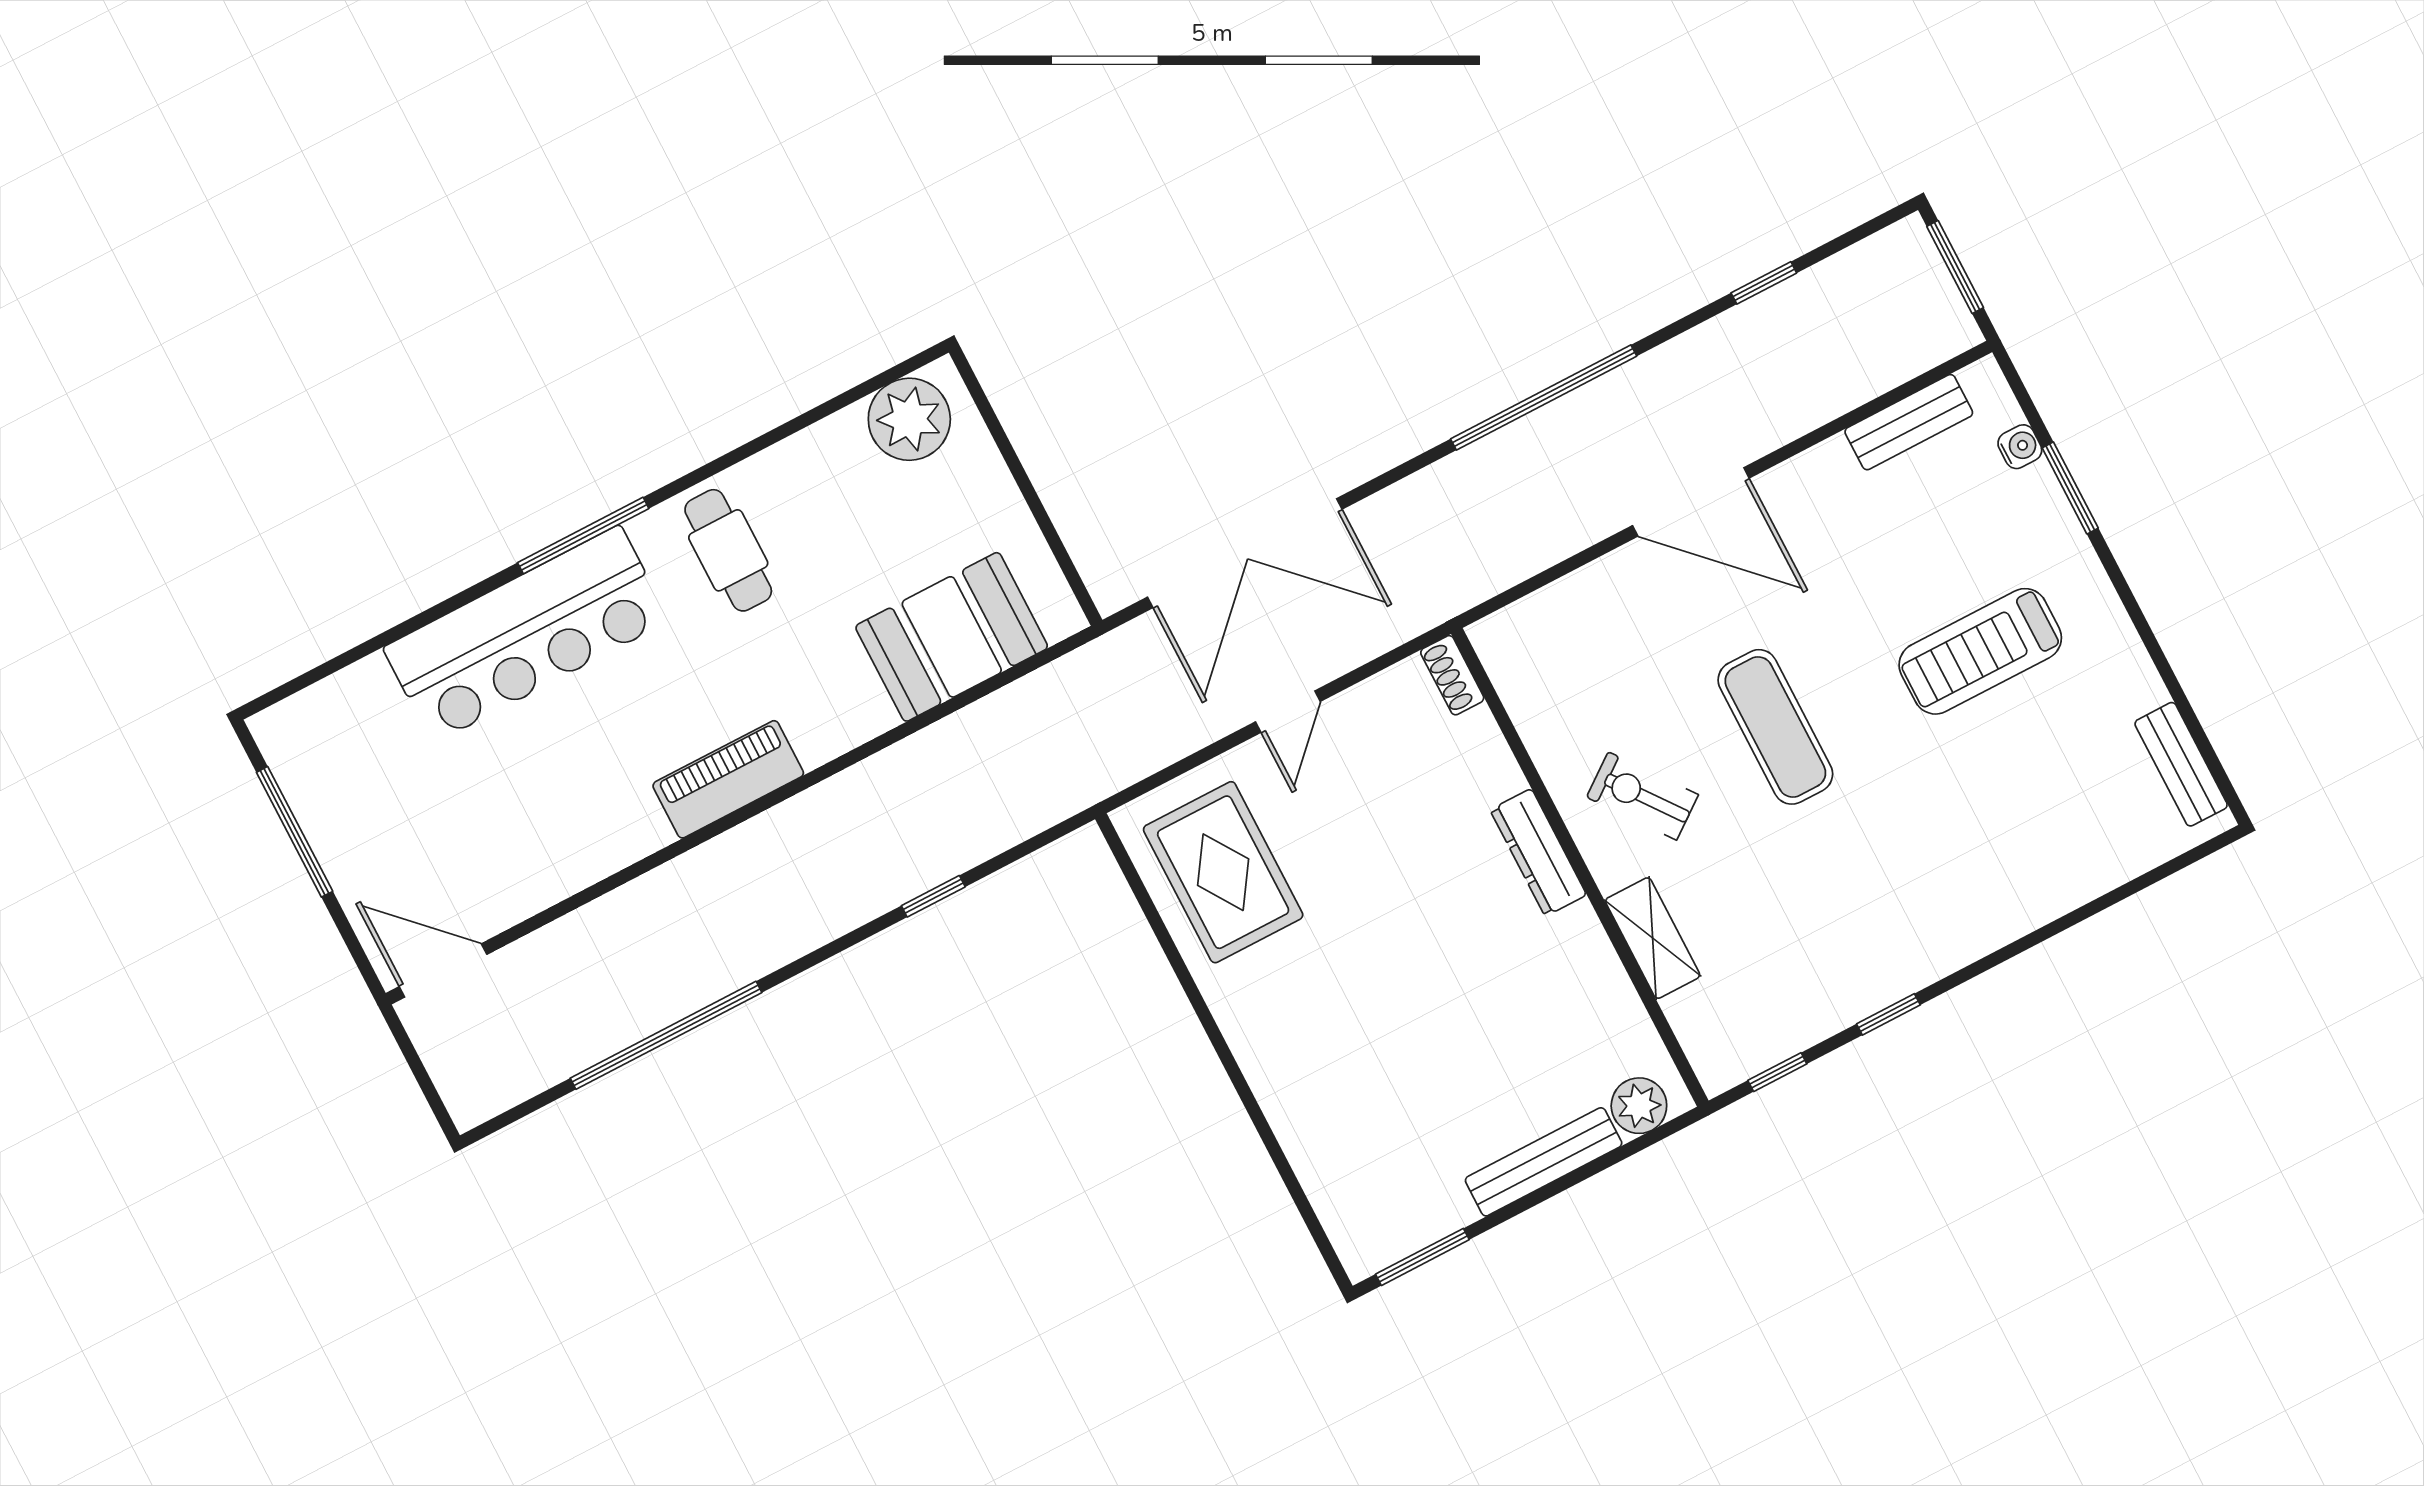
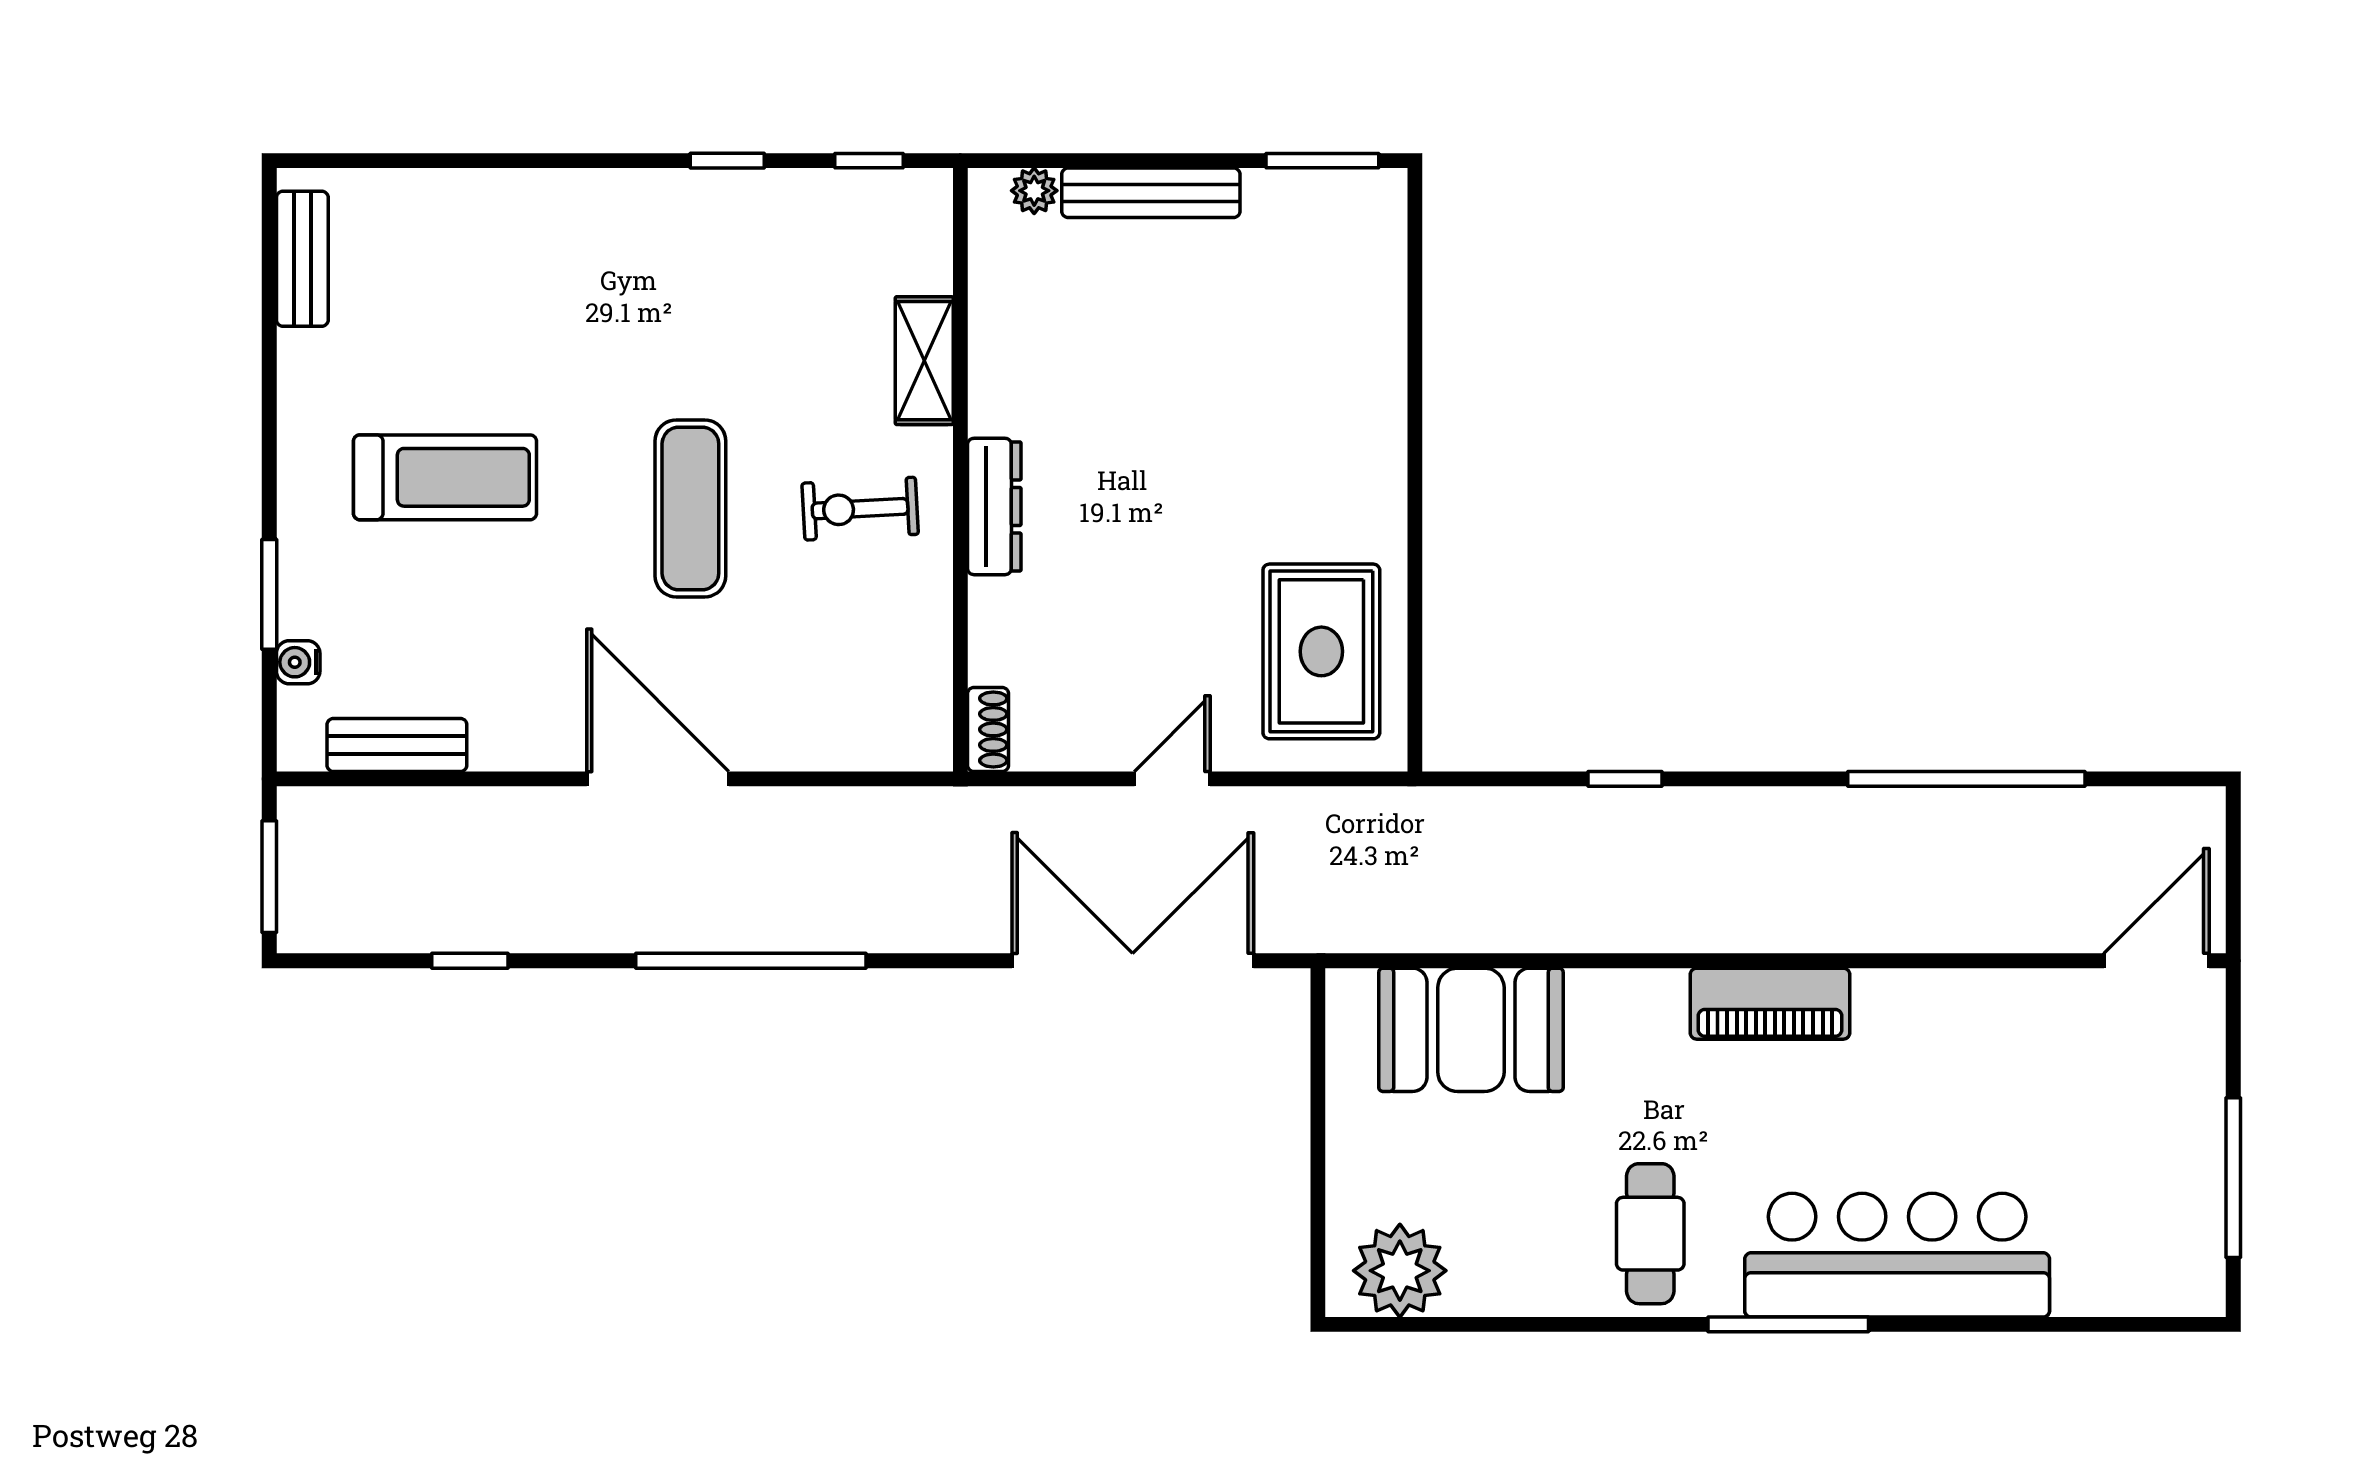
exercise bike: (1642, 796) -> (860, 509), turned 124
door: (443, 970) -> (2157, 961), swing flipped
plant: (1639, 1106) -> (1034, 191), width x0.73, depth x0.73

